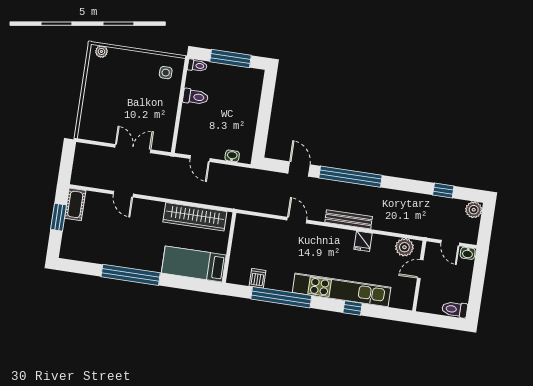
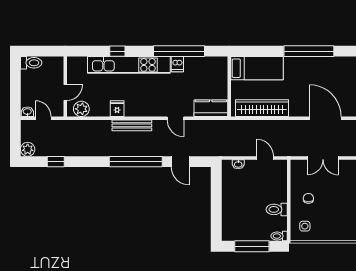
chair: (157, 104) -> (308, 198), added
door: (123, 194) -> (325, 118), width x1.87
kitchen counter: (254, 225) -> (211, 108), added
dishwasher: (258, 278) -> (177, 64), moved

